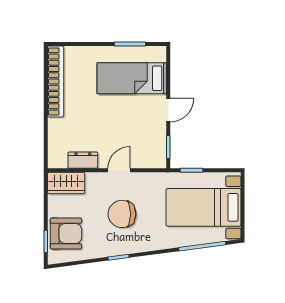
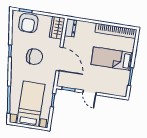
bed: (132, 78) -> (112, 59), moved, turned -90
dresser: (83, 160) -> (70, 28), moved
door: (119, 170) -> (60, 59), width x1.87
chair: (122, 214) -> (34, 57), turned 90

